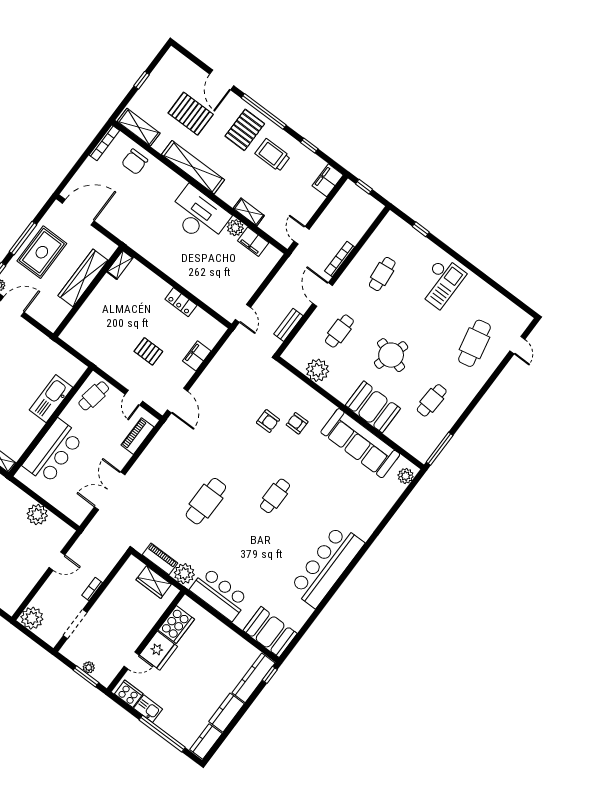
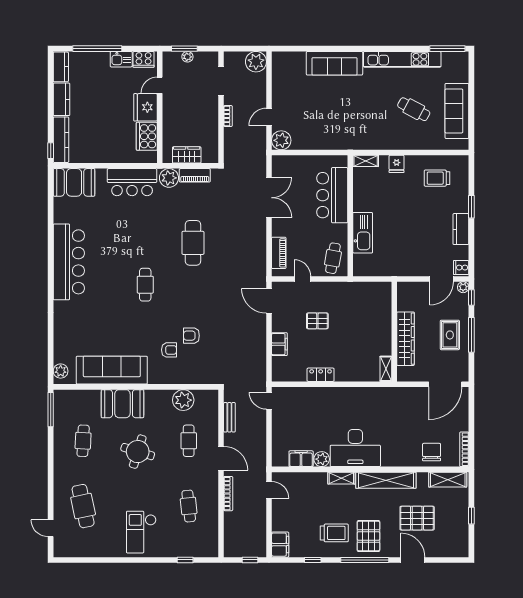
shelving: (249, 212) -> (341, 478), moved
rug: (42, 252) -> (450, 335), width x0.73, depth x0.70
plant: (37, 515) -> (281, 140), moved

